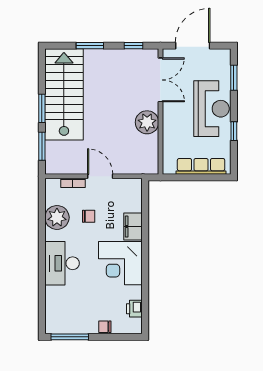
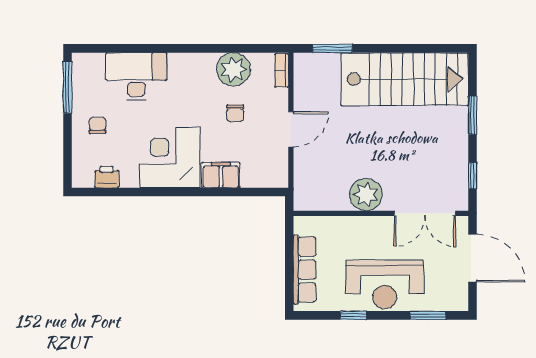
window: (42, 108) -> (385, 48), removed
bookcase: (73, 183) -> (282, 70), moved
desk: (62, 263) -> (136, 76), moved
chair: (105, 327) -> (98, 125), moved

